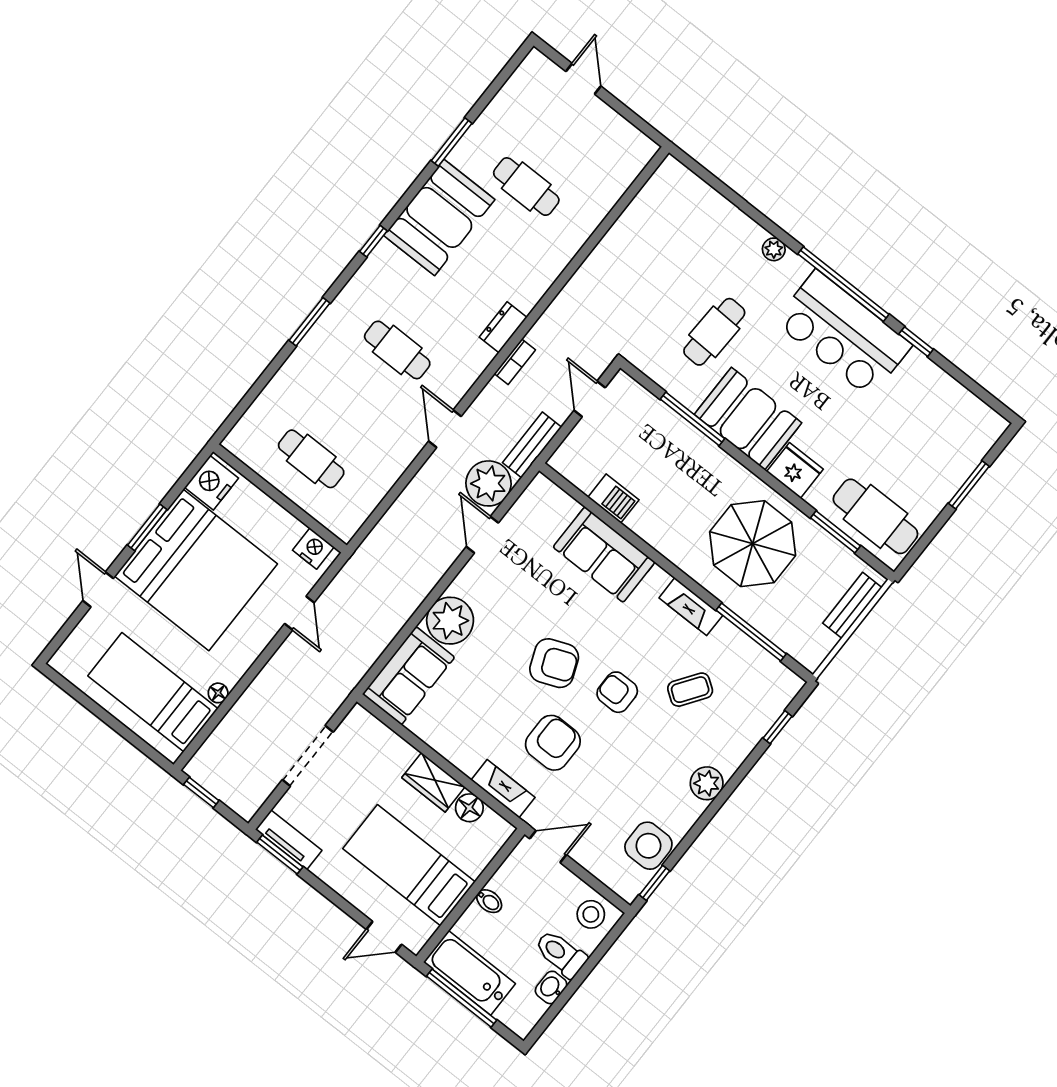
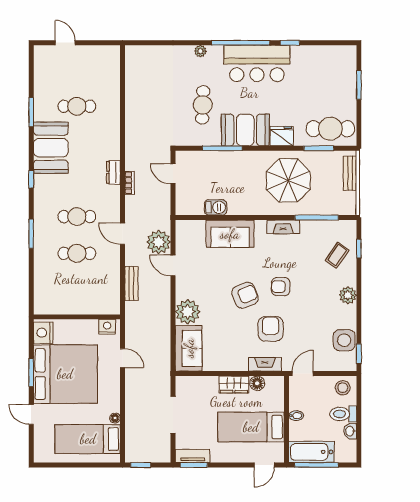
bench: (532, 445) -> (131, 283), moved
cafe table: (311, 459) -> (77, 253), moved
coffee table: (690, 690) -> (337, 255), moved

